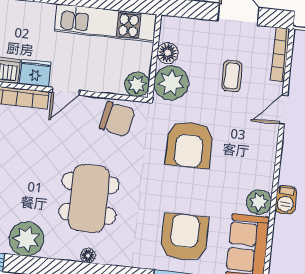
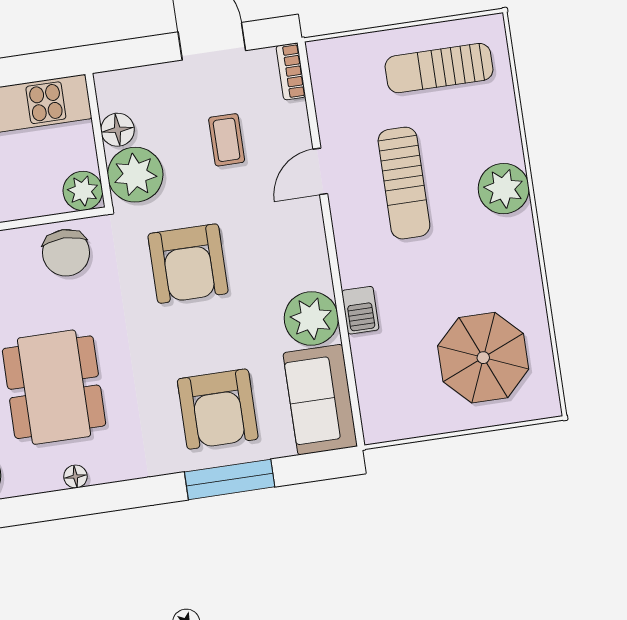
bookcase: (280, 54) -> (291, 71), width x0.64
chair: (117, 119) -> (66, 253), turned 78
plant: (259, 202) -> (311, 318), width x1.36, depth x1.36
armchair: (184, 237) -> (218, 409), turned 180

